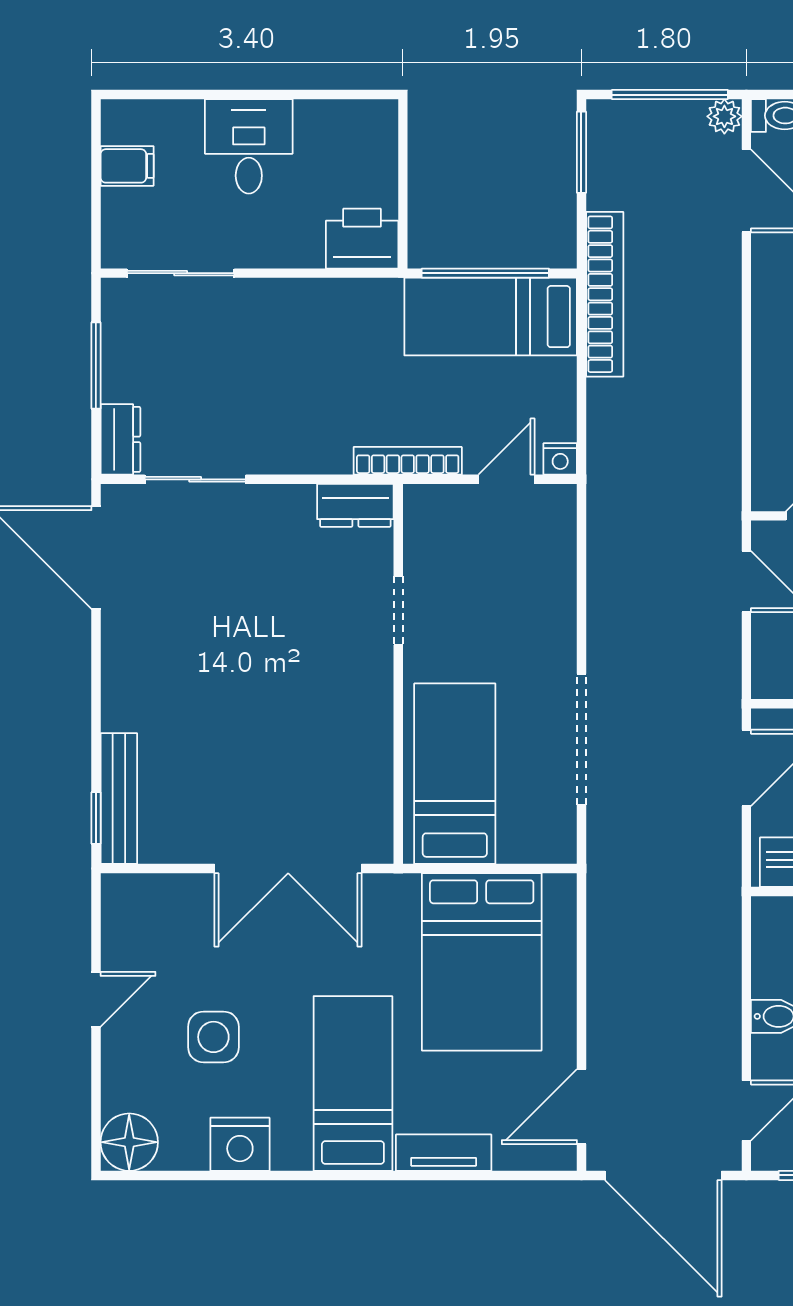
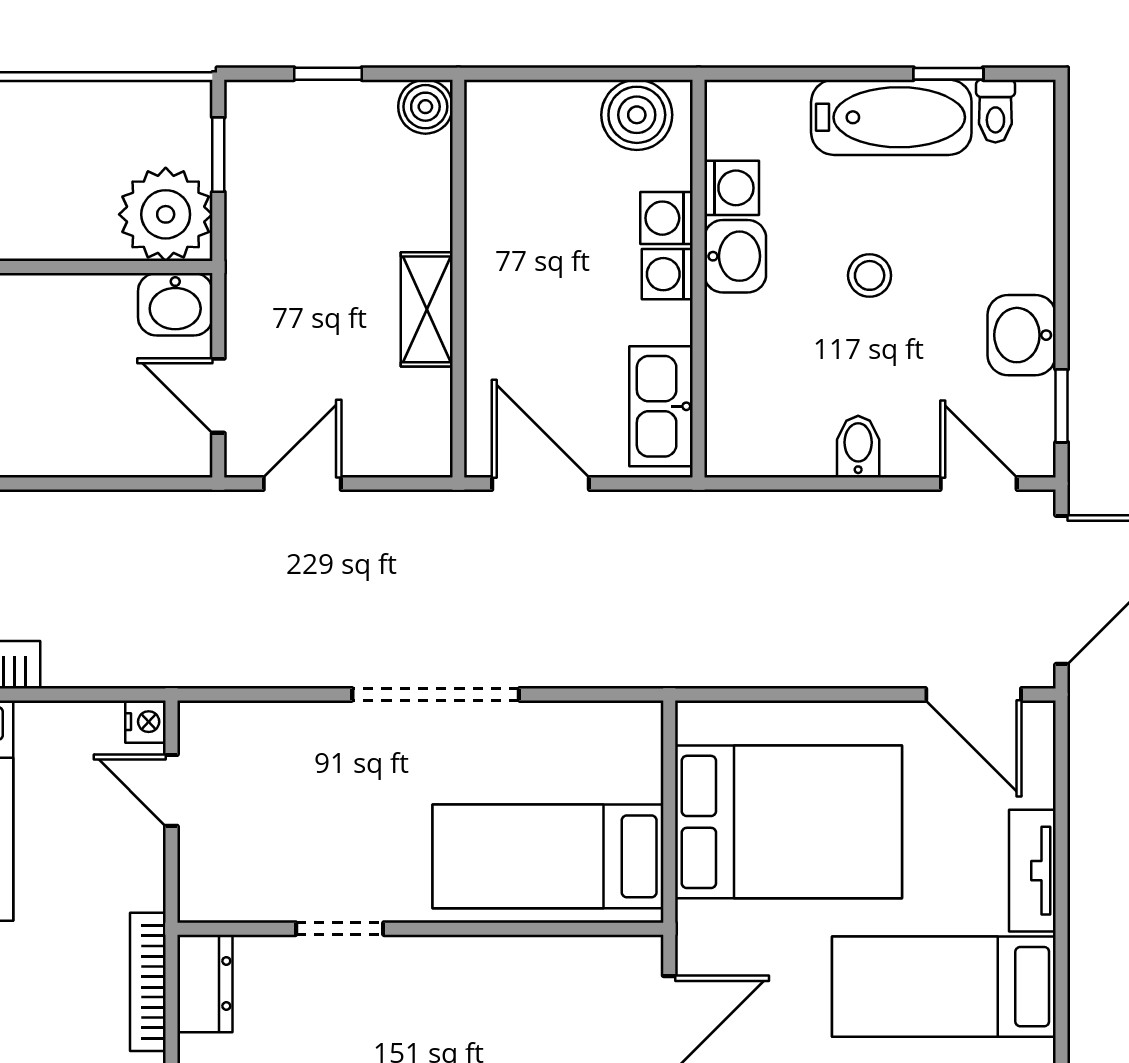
bookcase: (408, 461) -> (148, 982), moved
doorway: (581, 739) -> (436, 694), moved

